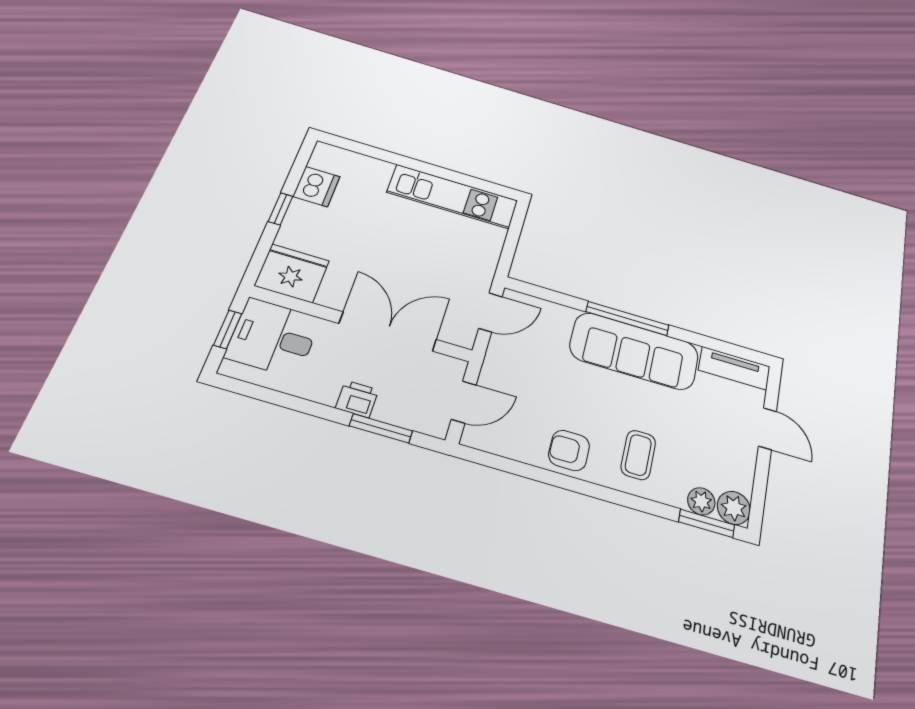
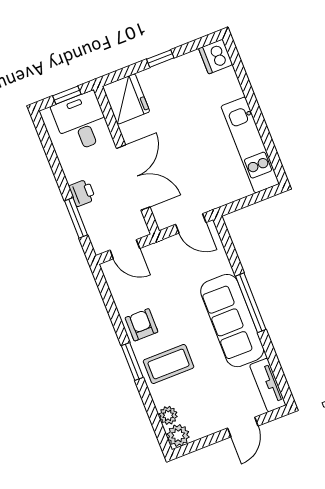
dishwasher: (316, 187) -> (216, 56), moved, turned 90
coffee table: (638, 455) -> (169, 364), width x1.36, depth x1.30
window: (707, 523) -> (132, 362), moved

